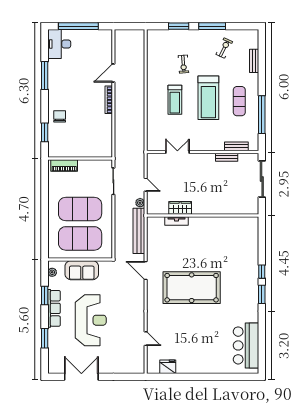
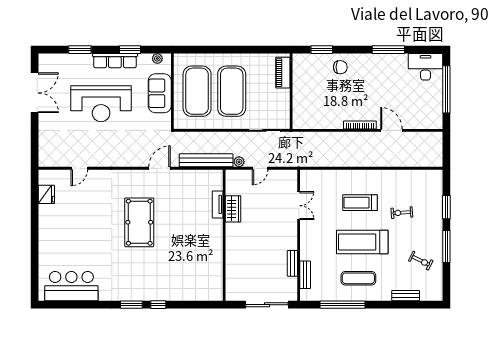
pool table: (192, 288) -> (139, 222), width x0.73, depth x0.76

